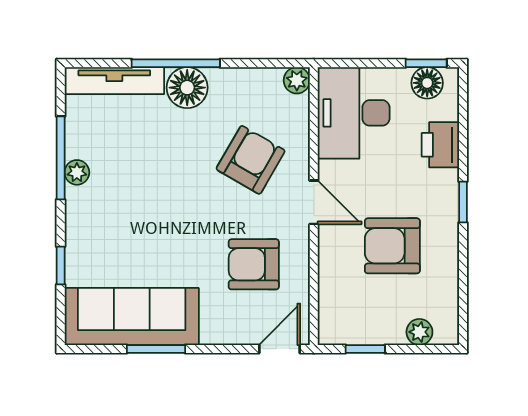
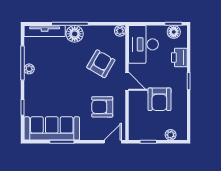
armchair: (392, 246) -> (159, 99), turned -90

